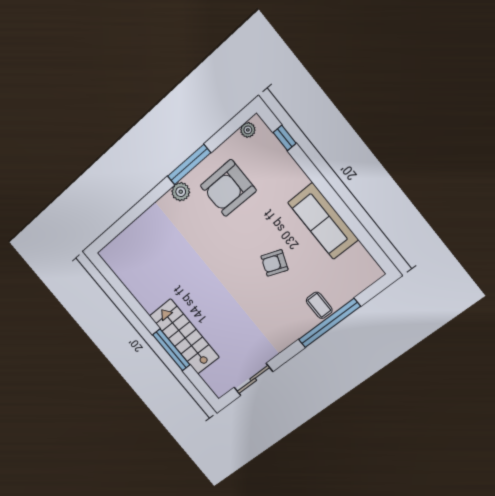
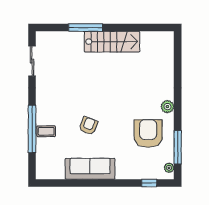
window: (189, 165) -> (178, 147), moved
stairs: (184, 337) -> (112, 42), moved

